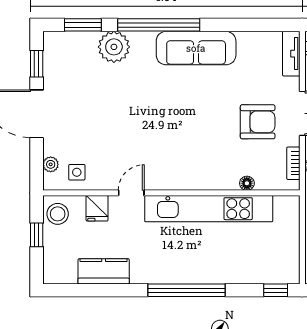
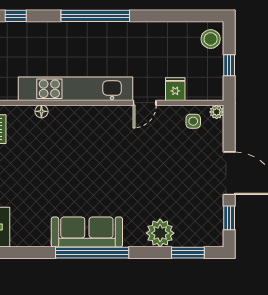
window: (159, 25) -> (92, 253), moved
armchair: (258, 122) -> (32, 166), removed
plant: (51, 164) -> (217, 112), moved
stool: (58, 214) -> (211, 39), moved
kitchen counter: (104, 271) -> (169, 33), removed

